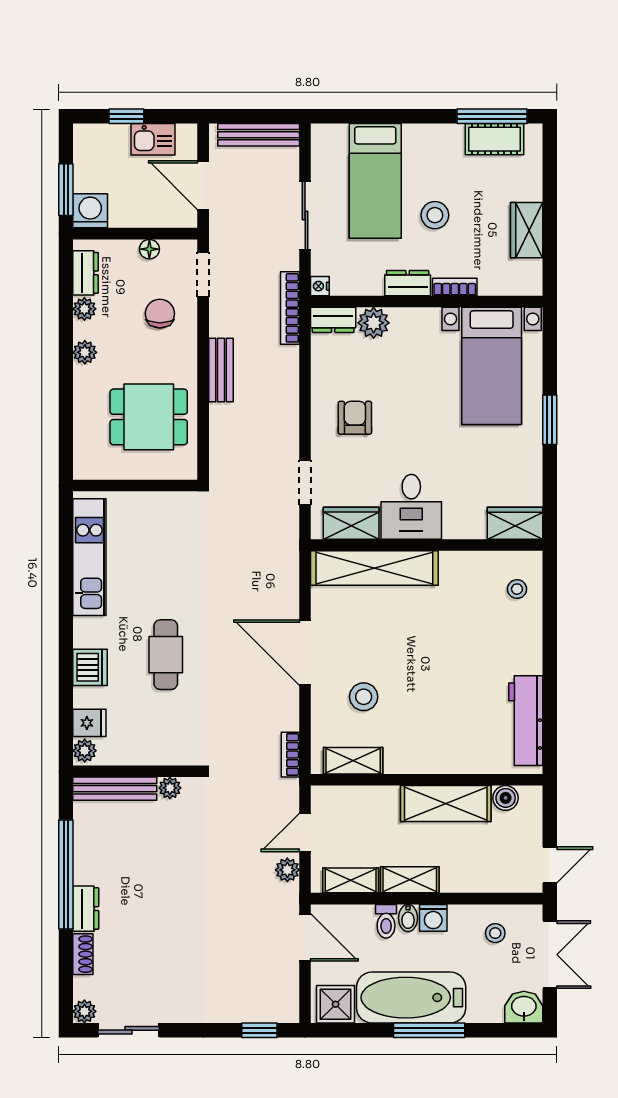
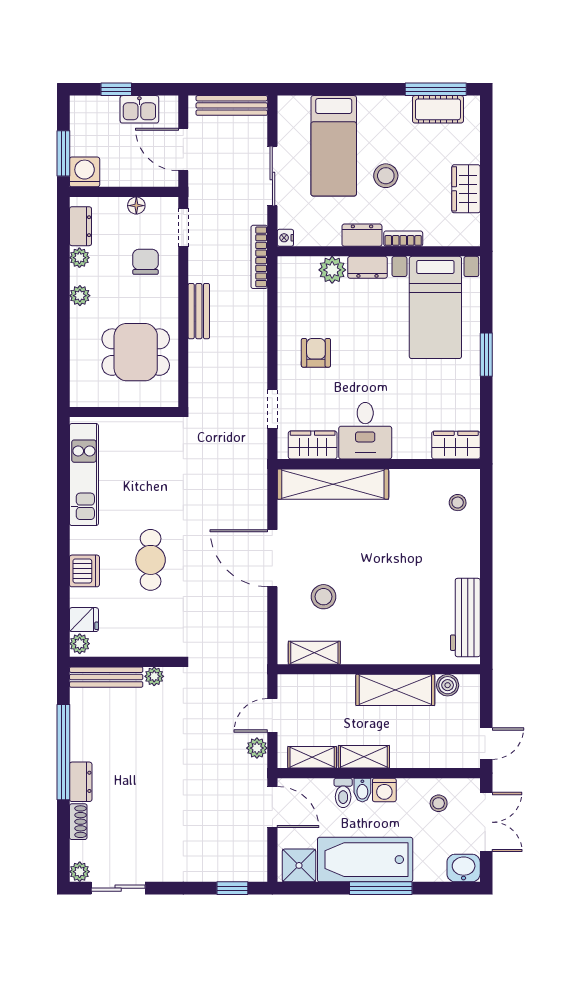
dresser: (333, 320) -> (367, 267), moved
bookcase: (290, 755) -> (260, 647), removed

